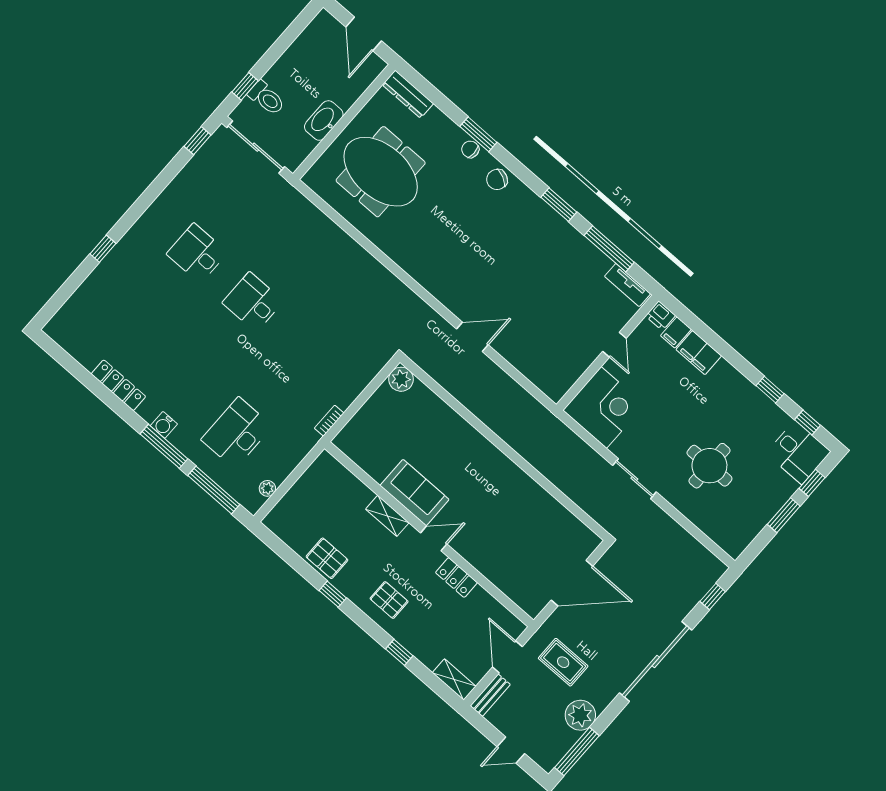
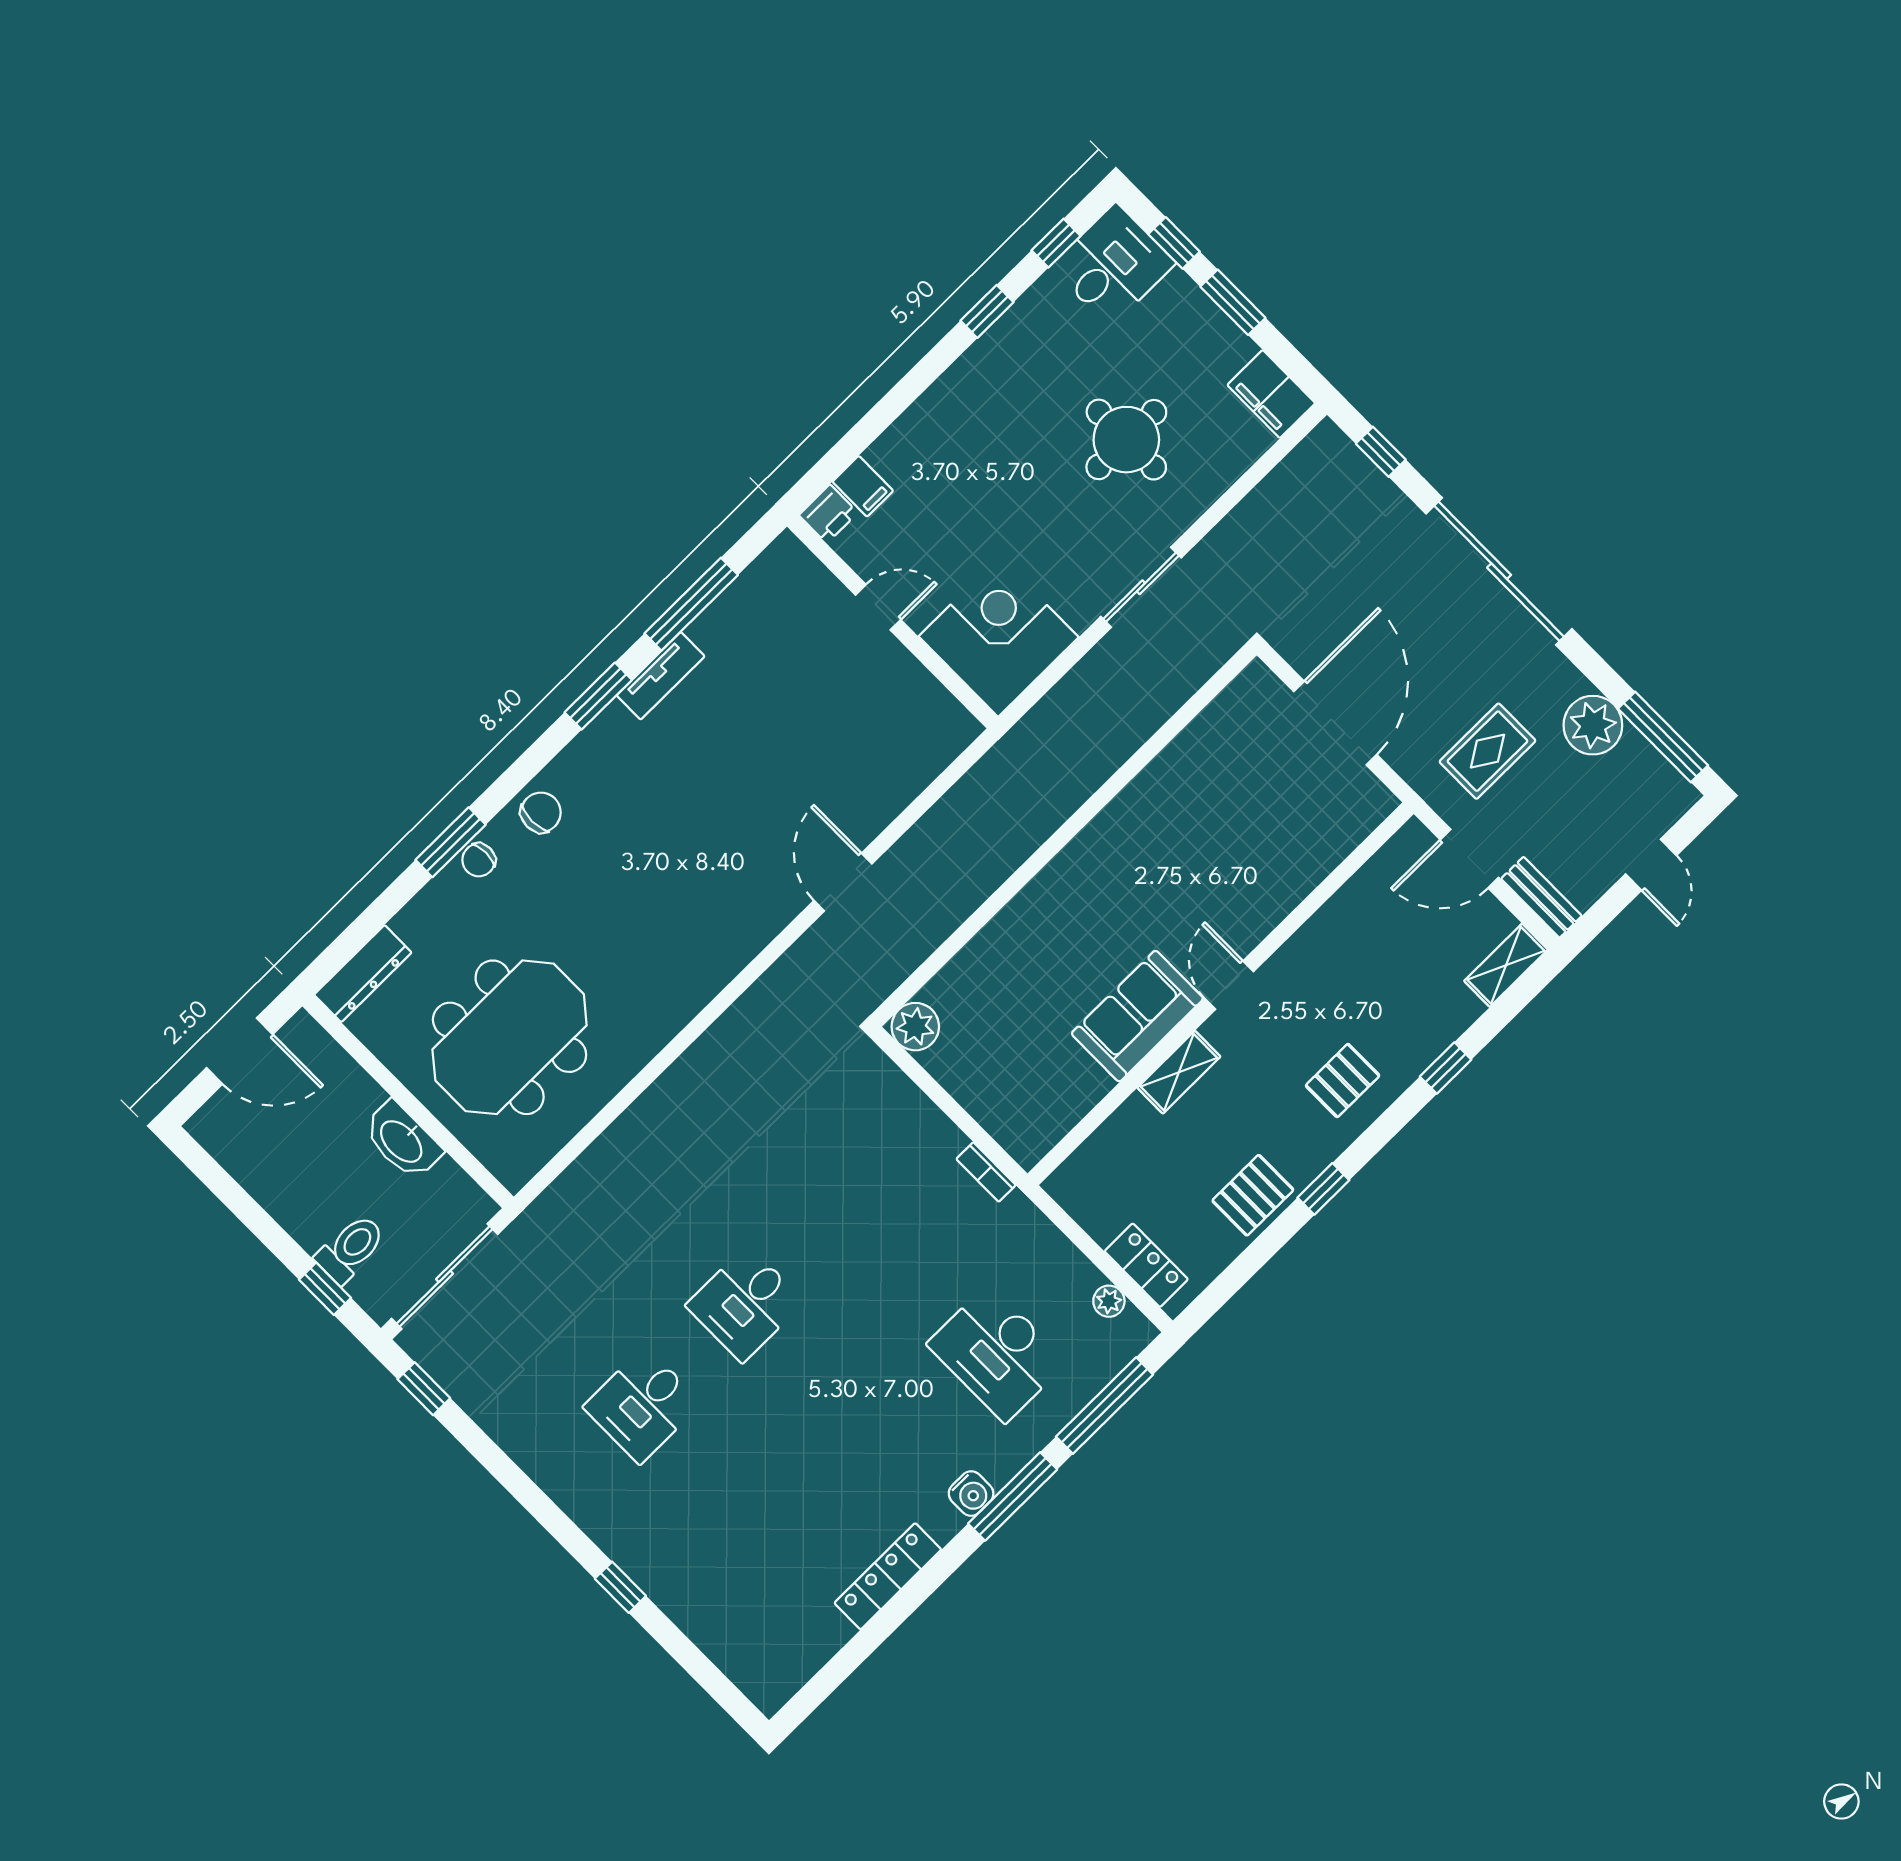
chair: (497, 179) -> (541, 812), turned -116
tv unit: (628, 285) -> (661, 676), moved
filing cabinet: (699, 353) -> (1271, 394), moved, turned 90
locker: (456, 578) -> (1146, 1265), moved, turned -90

